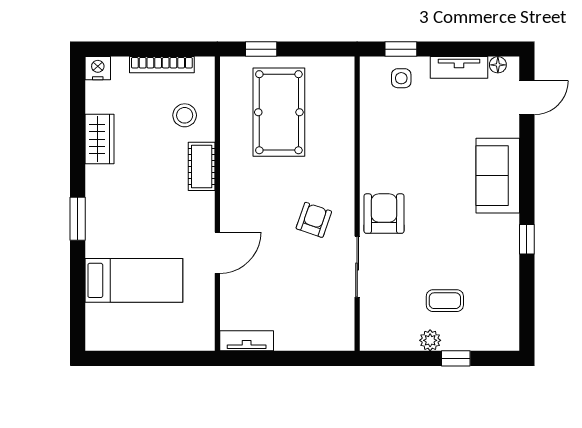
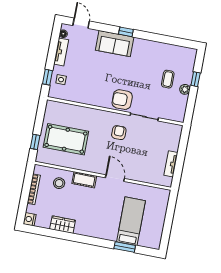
window: (78, 219) -> (125, 247), moved
armchair: (314, 220) -> (119, 133), turned 71
window: (527, 239) -> (126, 32), moved
door: (217, 253) -> (115, 178), moved
tv unit: (247, 341) -> (171, 164), moved

